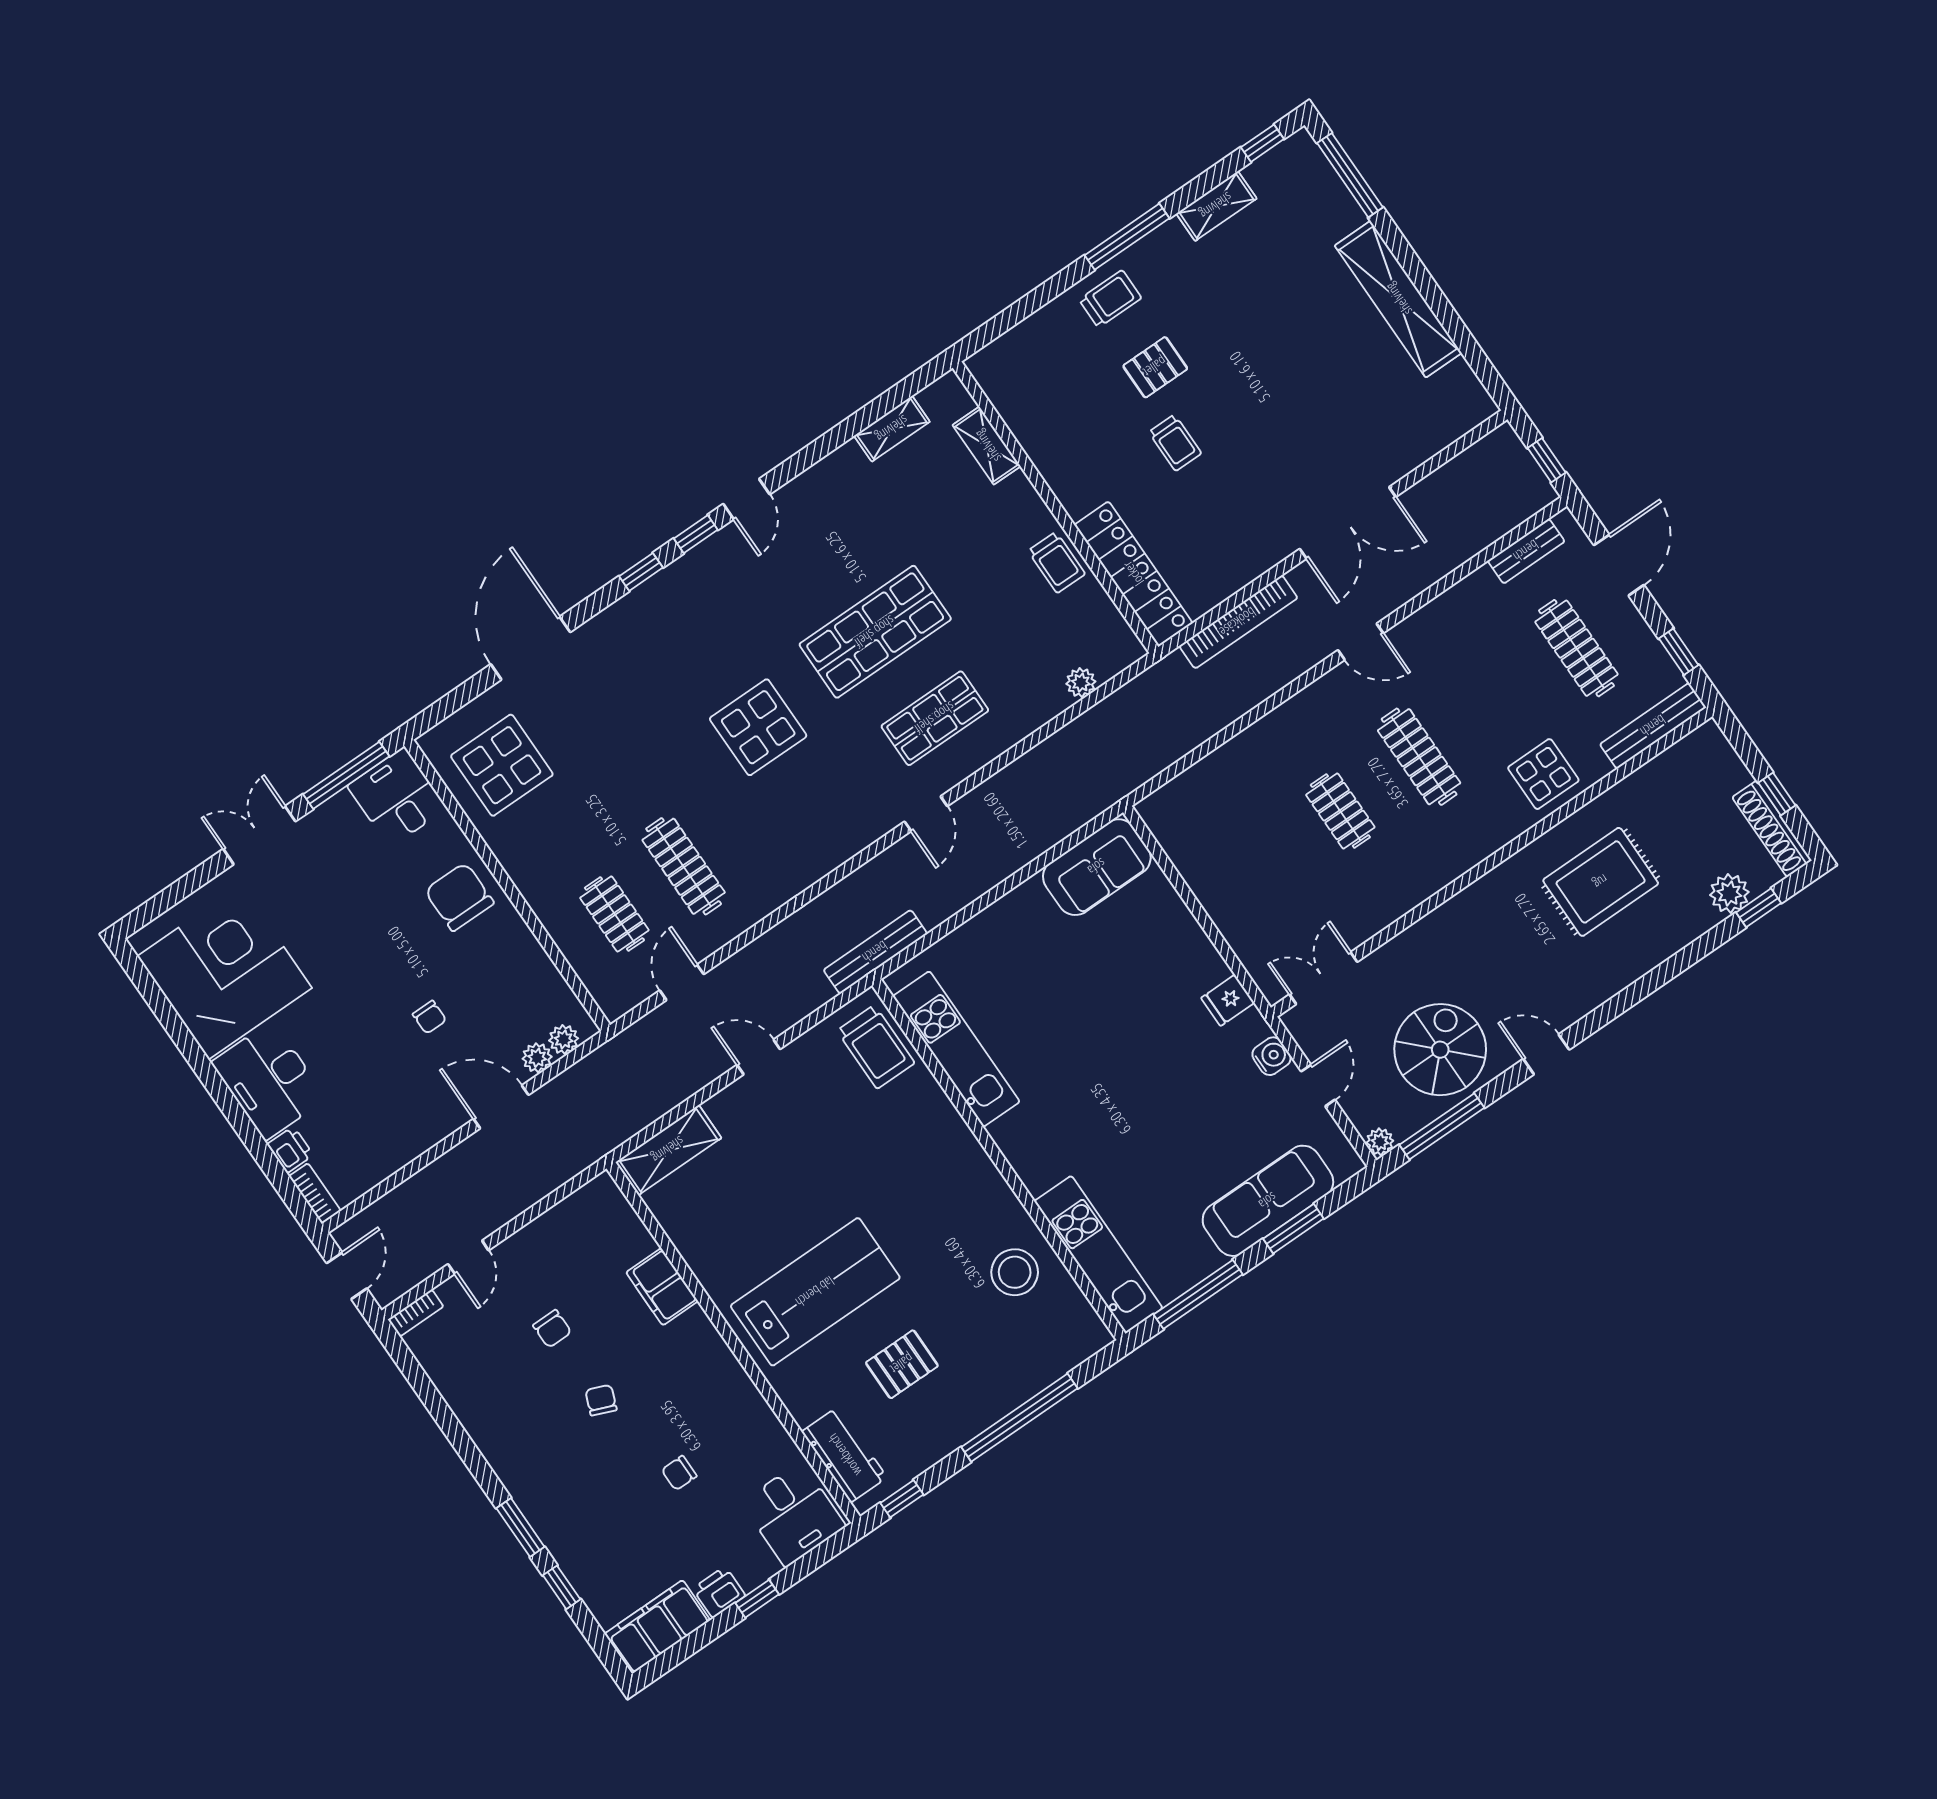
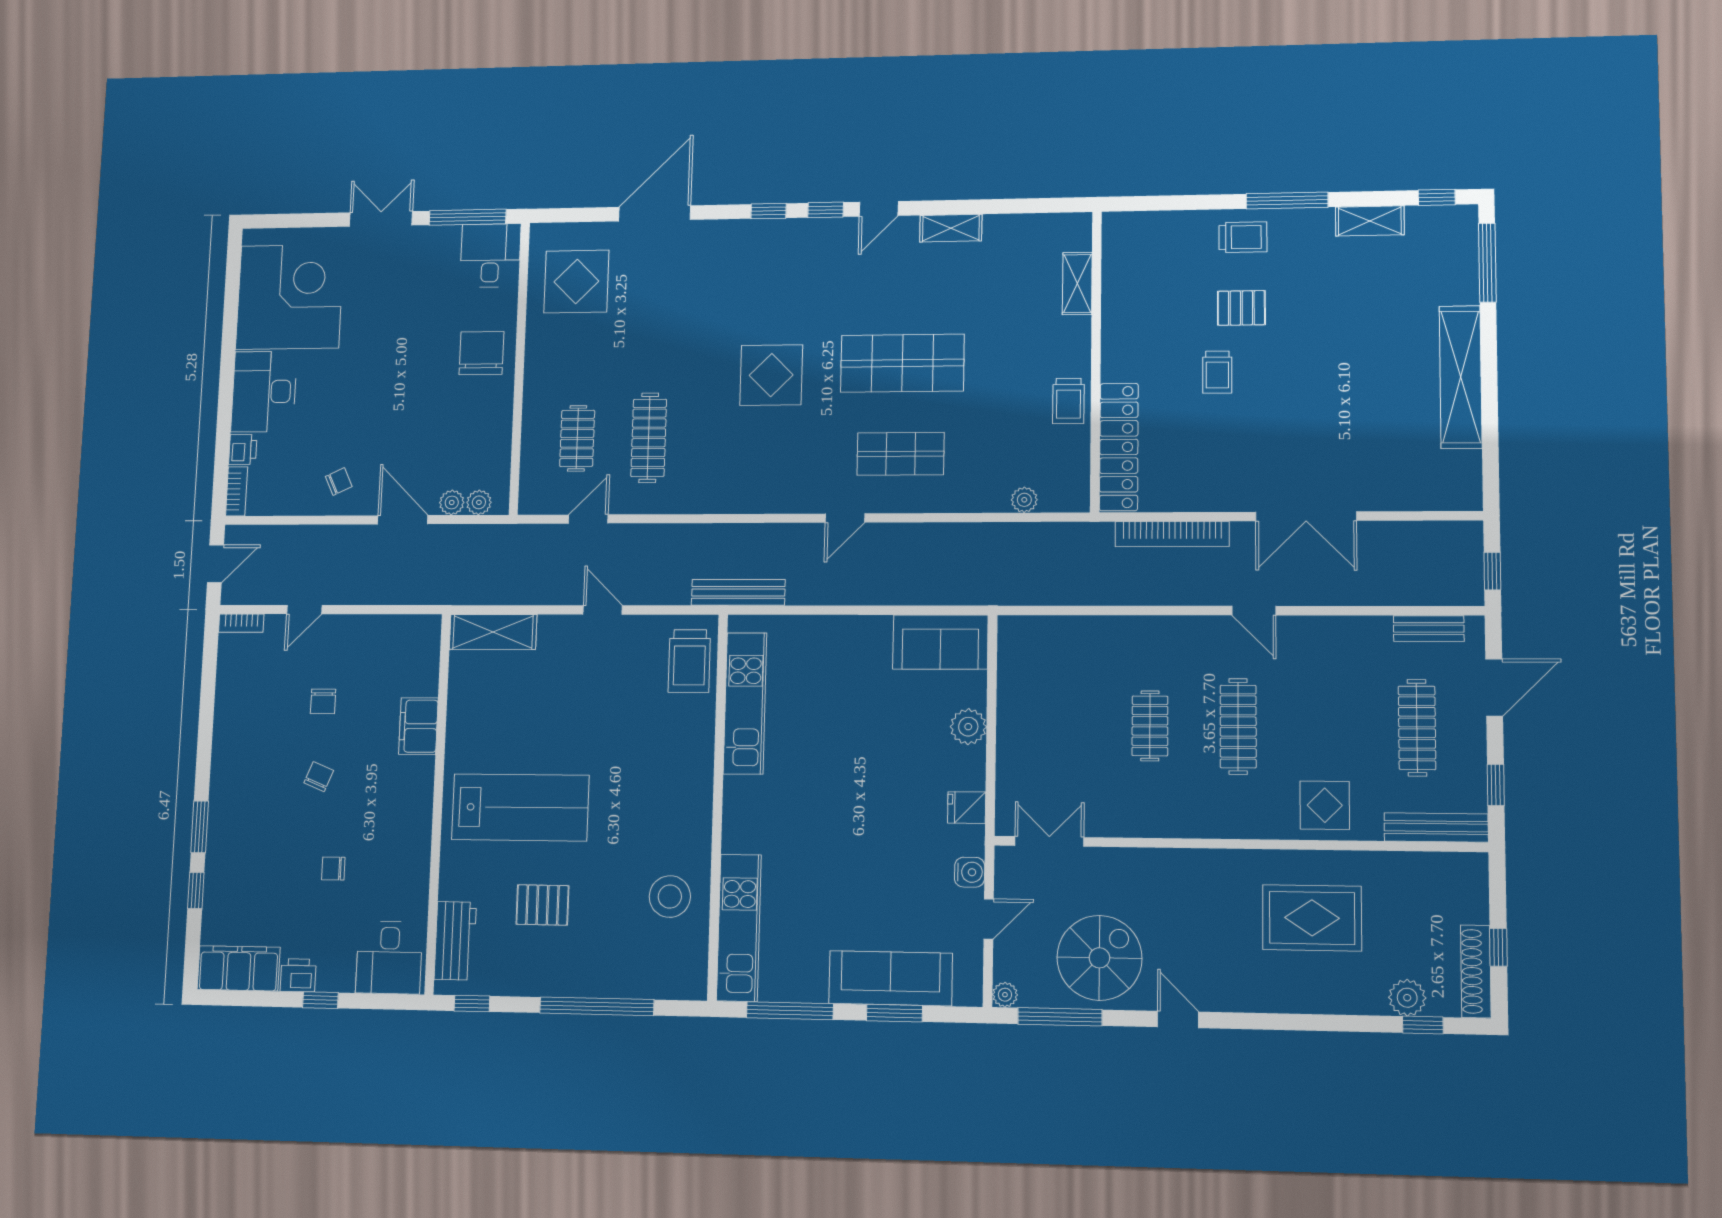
shelving: (892, 429) -> (951, 228), moved
plant: (1177, 926) -> (968, 727), added
chair: (429, 1017) -> (339, 481), moved, turned -115

